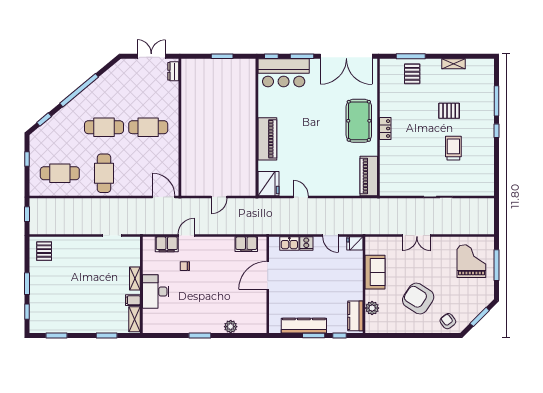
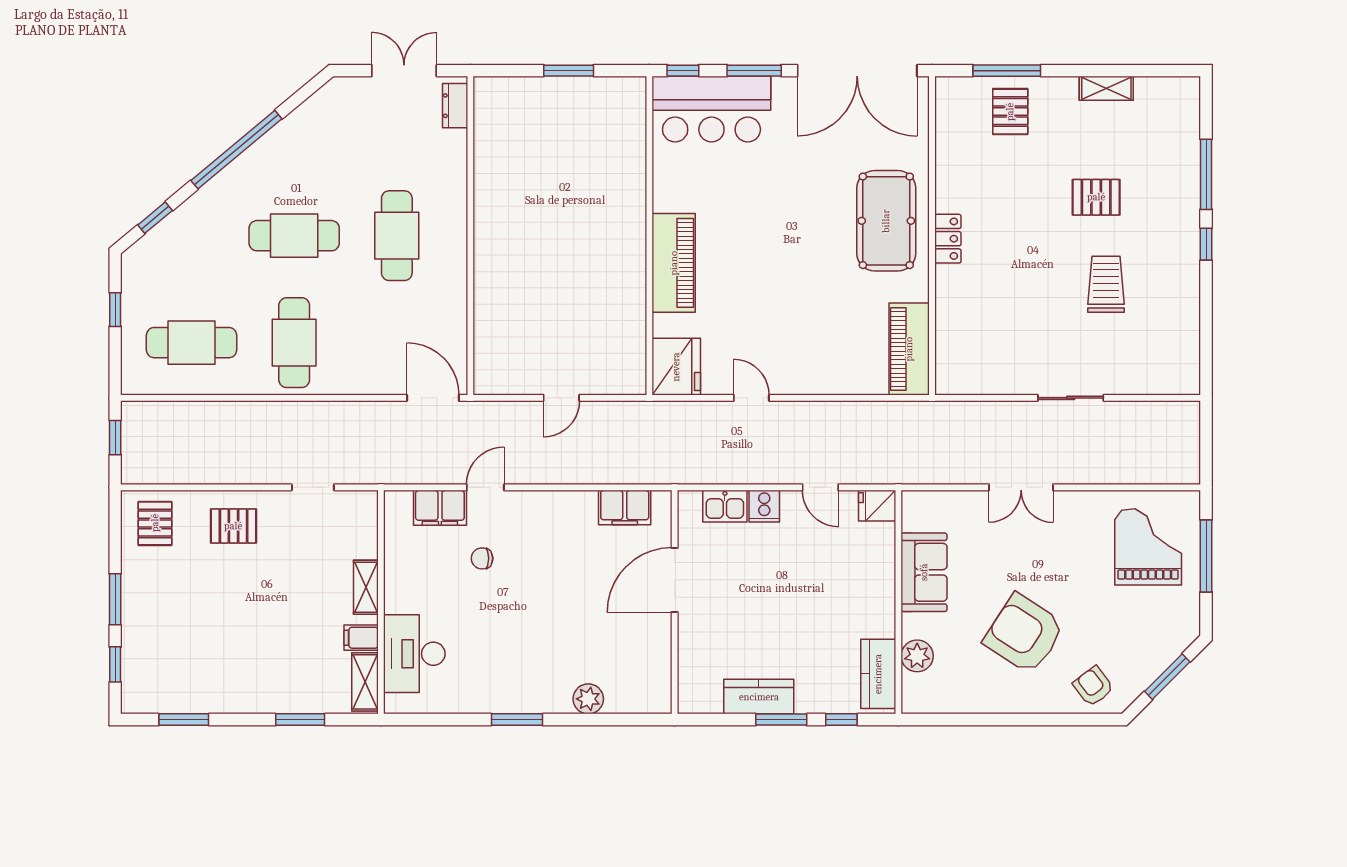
cafe table: (148, 127) -> (397, 236), turned 90
pallet: (78, 252) -> (233, 526), added
desk: (156, 292) -> (414, 654), moved
kitchen counter: (304, 326) -> (759, 697), width x0.67

